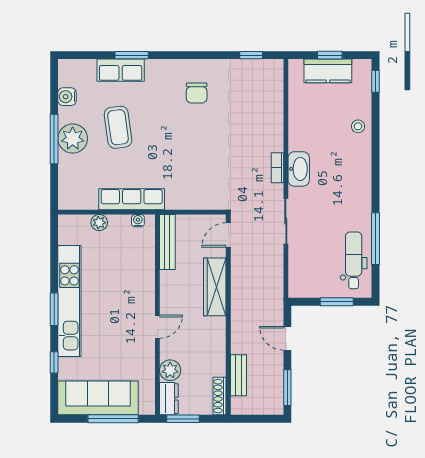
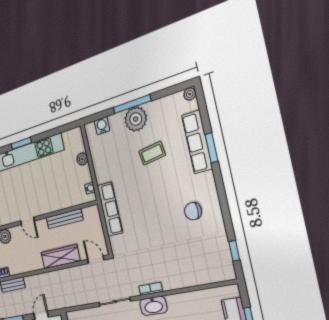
plant: (65, 66) -> (190, 94), added
row of seats: (121, 70) -> (197, 142), width x1.48
water cooler: (67, 97) -> (102, 126), moved
coffee table: (118, 127) -> (152, 153), width x0.73, depth x0.77
row of seats: (132, 199) -> (110, 209), moved
bench: (167, 242) -> (64, 219), moved

